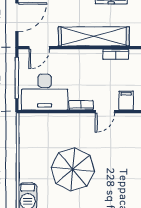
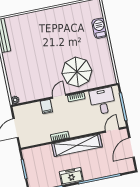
desk: (45, 92) -> (102, 101), width x0.73
parasol: (73, 169) -> (77, 72), moved

